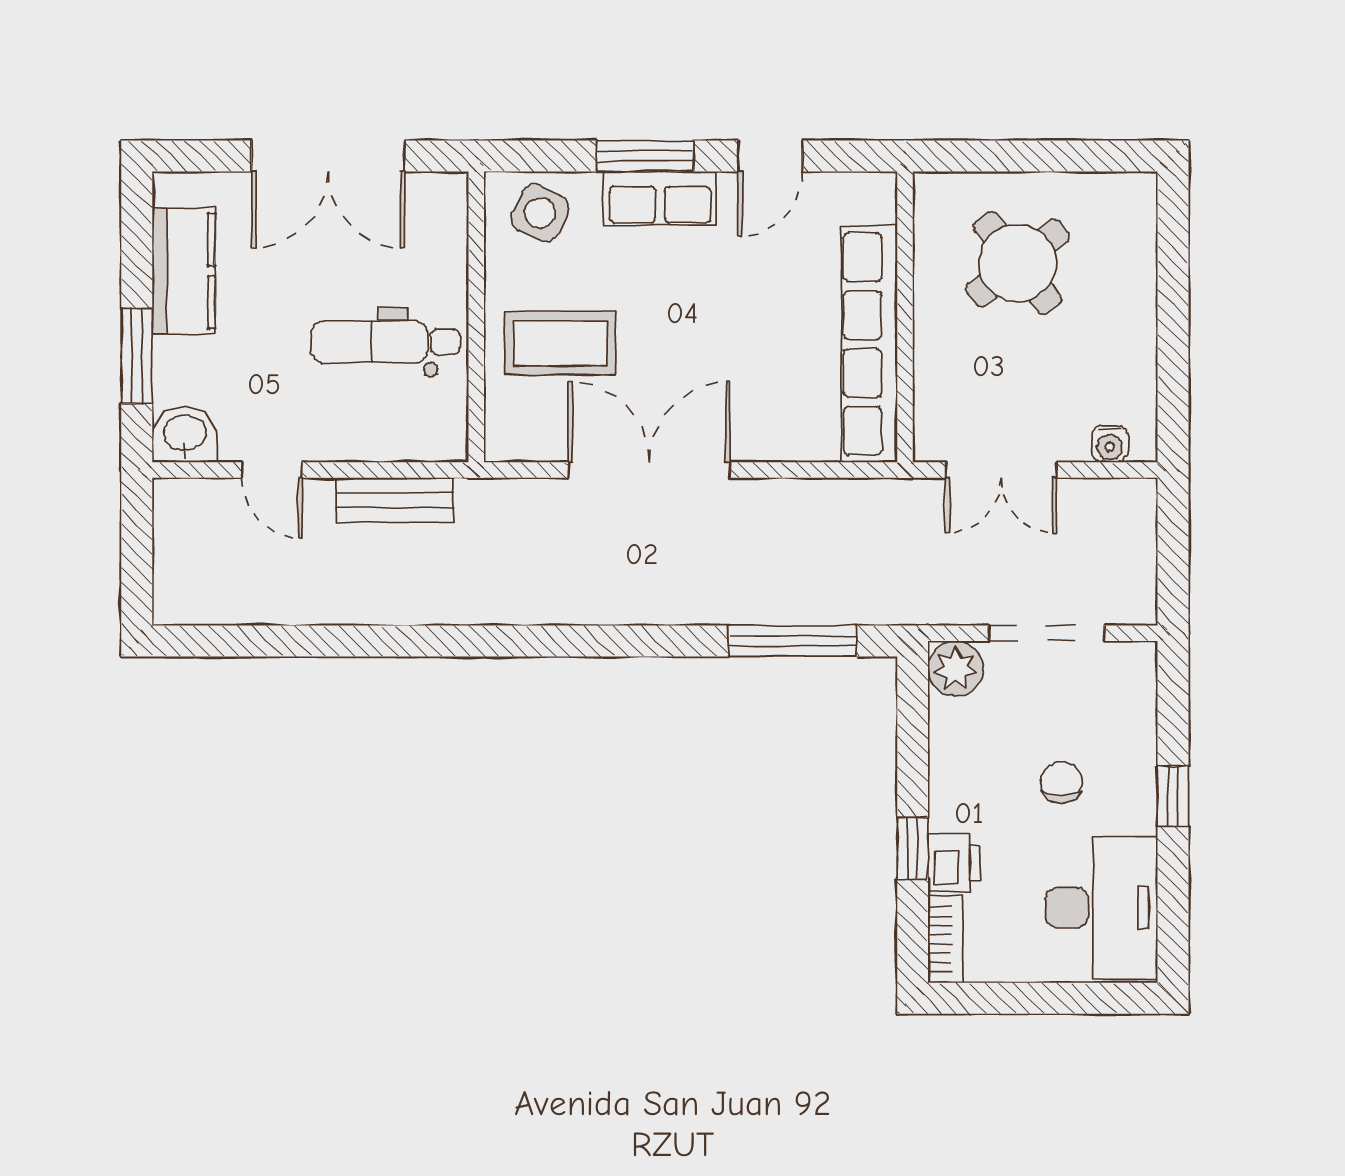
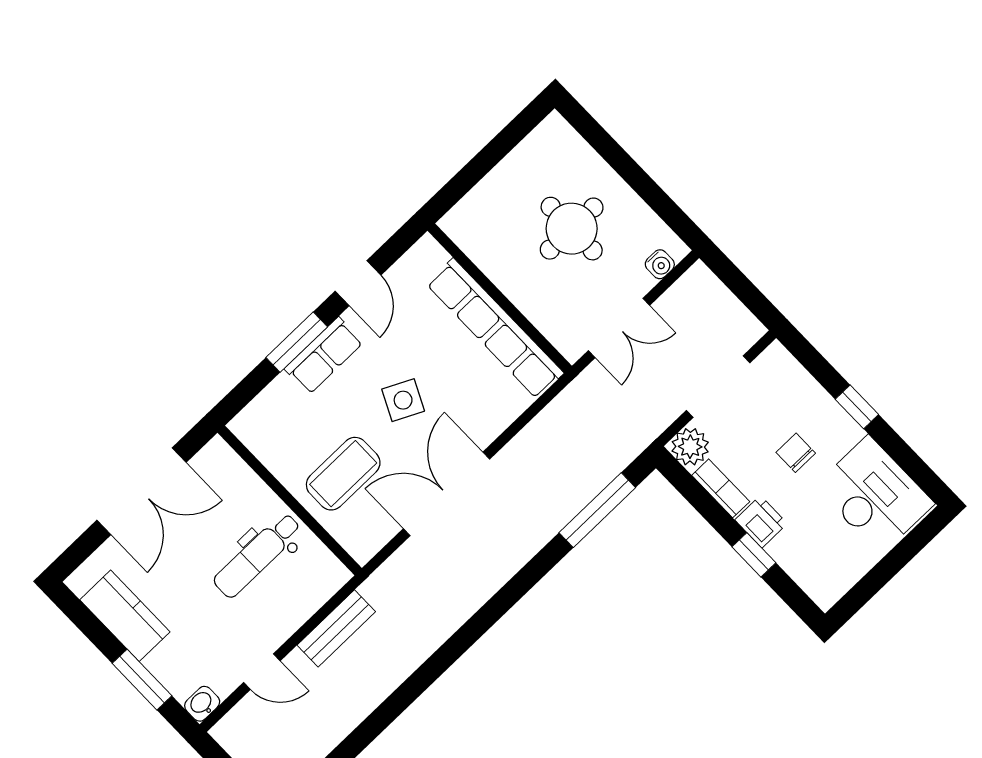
side table: (540, 213) -> (403, 400), moved
round table: (1017, 263) -> (572, 229), moved, turned 38
washbasin: (185, 434) -> (202, 704), width x0.72, depth x0.69
printer: (954, 863) -> (761, 522), moved
bookcase: (945, 939) -> (721, 488), moved

